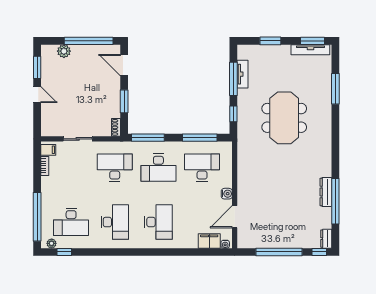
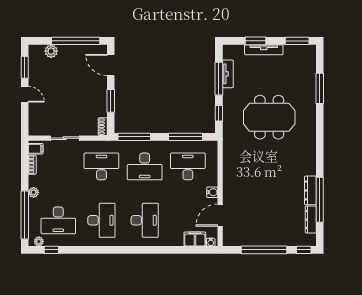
tv unit: (310, 50) -> (264, 50), moved
meeting table: (284, 118) -> (269, 117), turned 90
plant: (46, 194) -> (34, 192), added
dresser: (326, 239) -> (311, 220), moved, width x1.44

